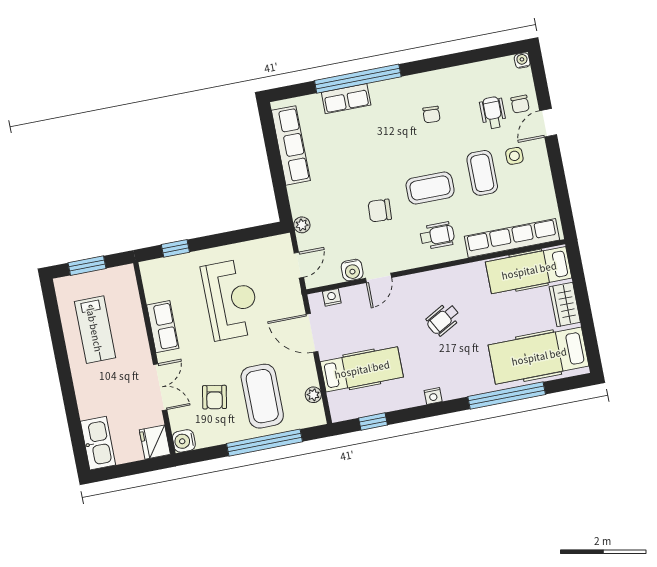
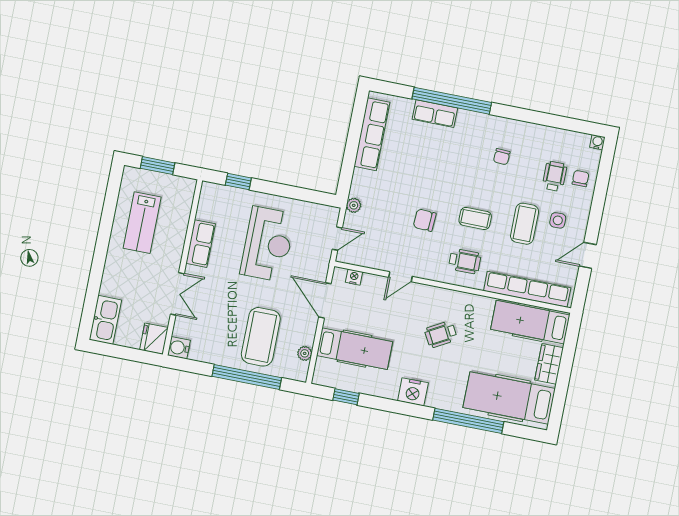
chair: (520, 104) -> (581, 178), turned 180
door: (548, 123) -> (588, 255), moved
coffee table: (430, 188) -> (475, 218), width x0.73, depth x0.77
water cooler: (352, 270) -> (381, 261), removed
nightstand: (433, 396) -> (413, 392), width x1.89, depth x1.79
armchair: (215, 397) -> (220, 321), removed

